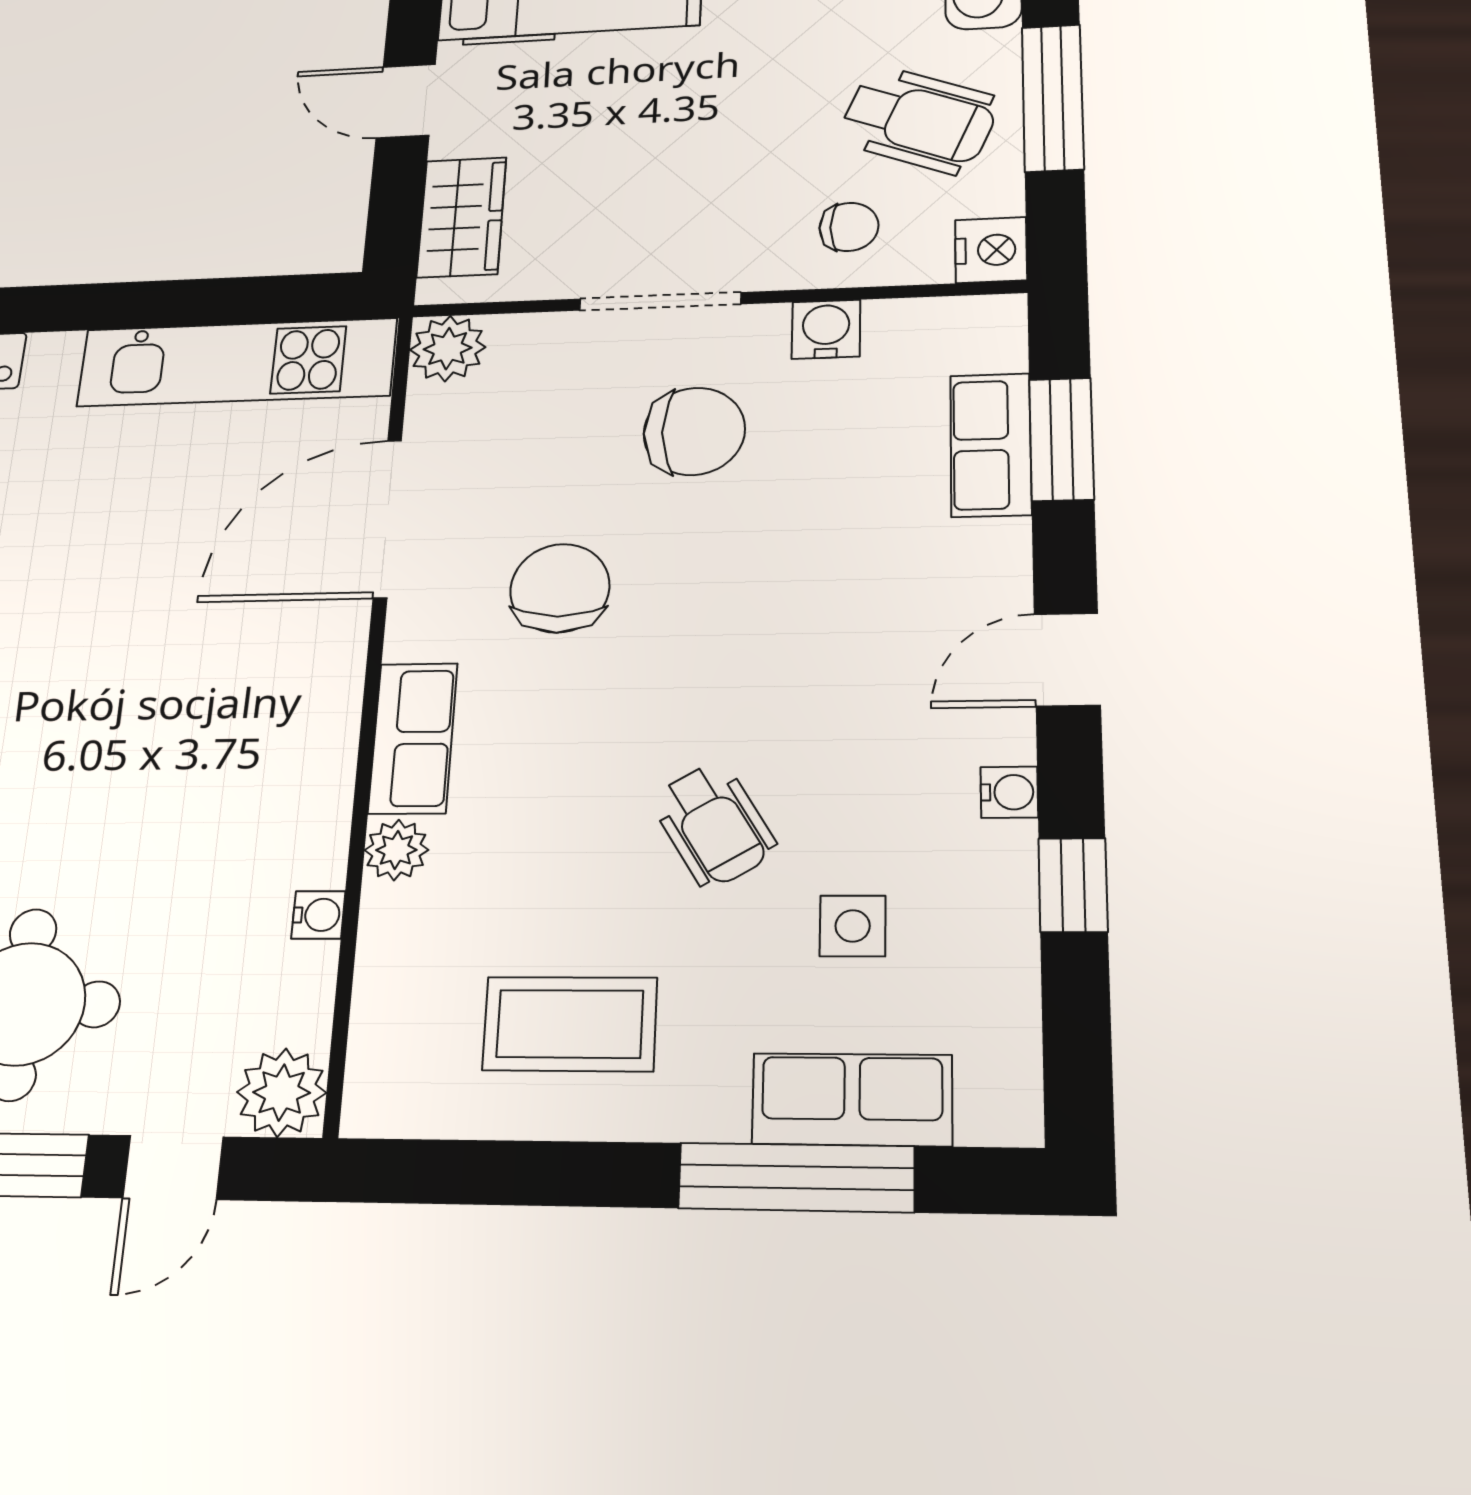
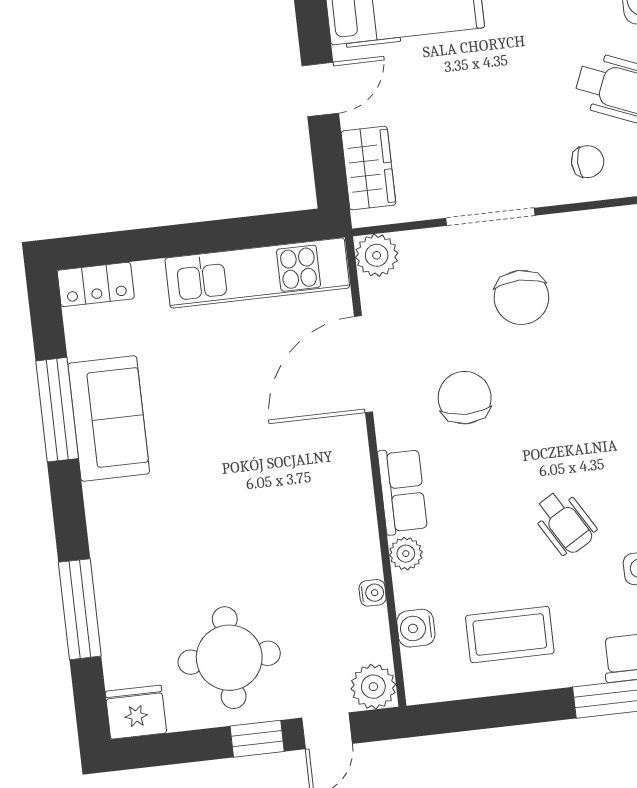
door: (406, 101) -> (320, 89), swing flipped
water cooler: (826, 329) -> (416, 628), moved, turned -90
chair: (694, 431) -> (521, 297), turned 91

